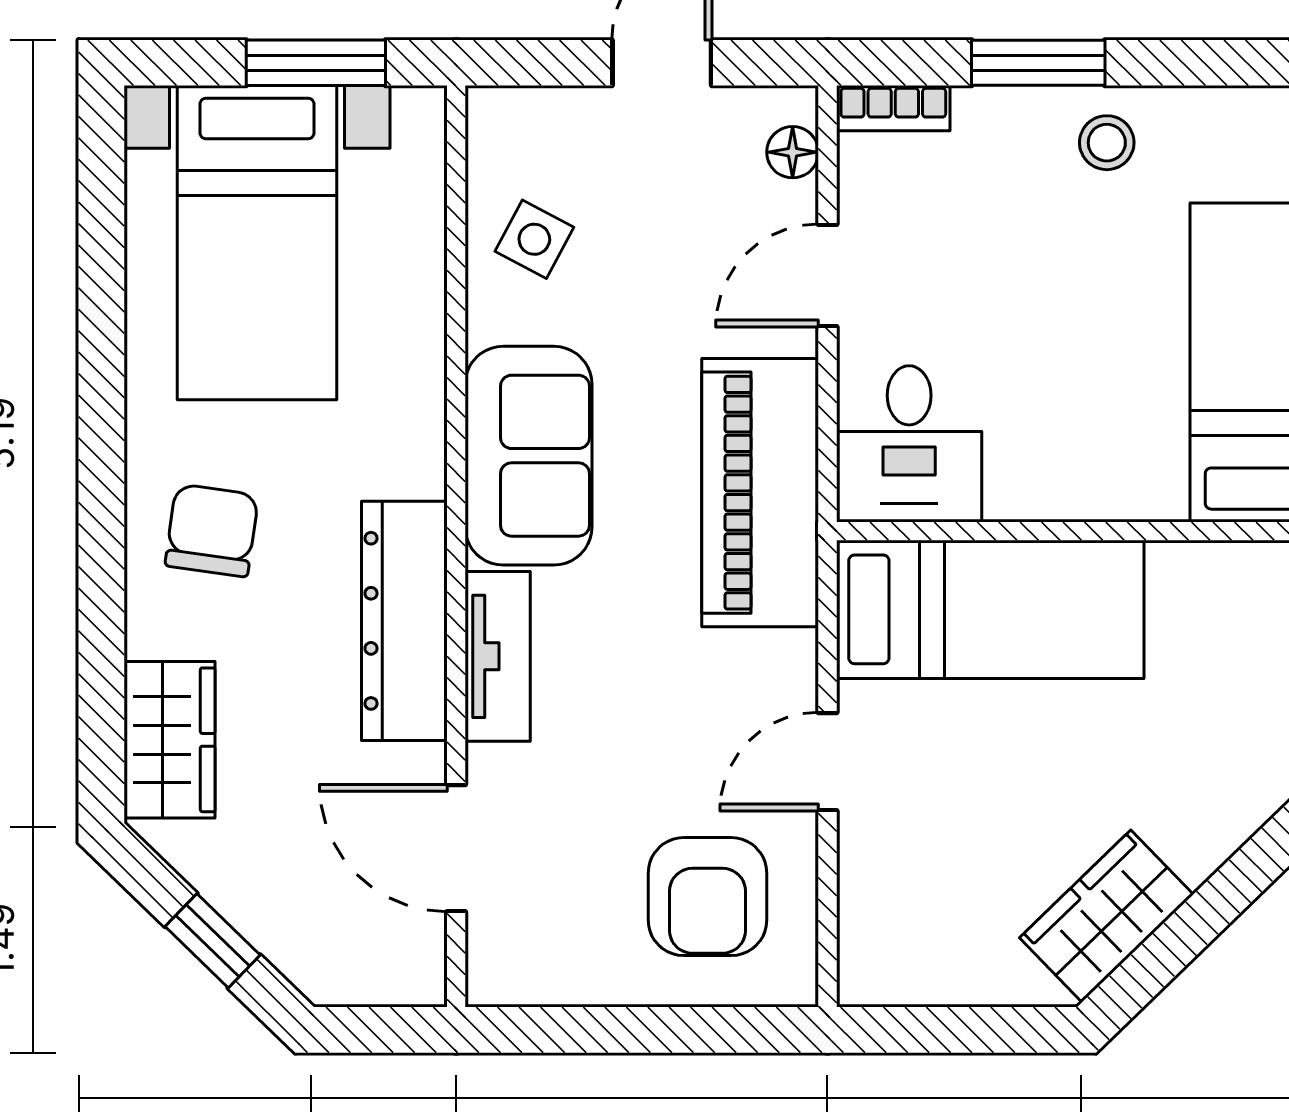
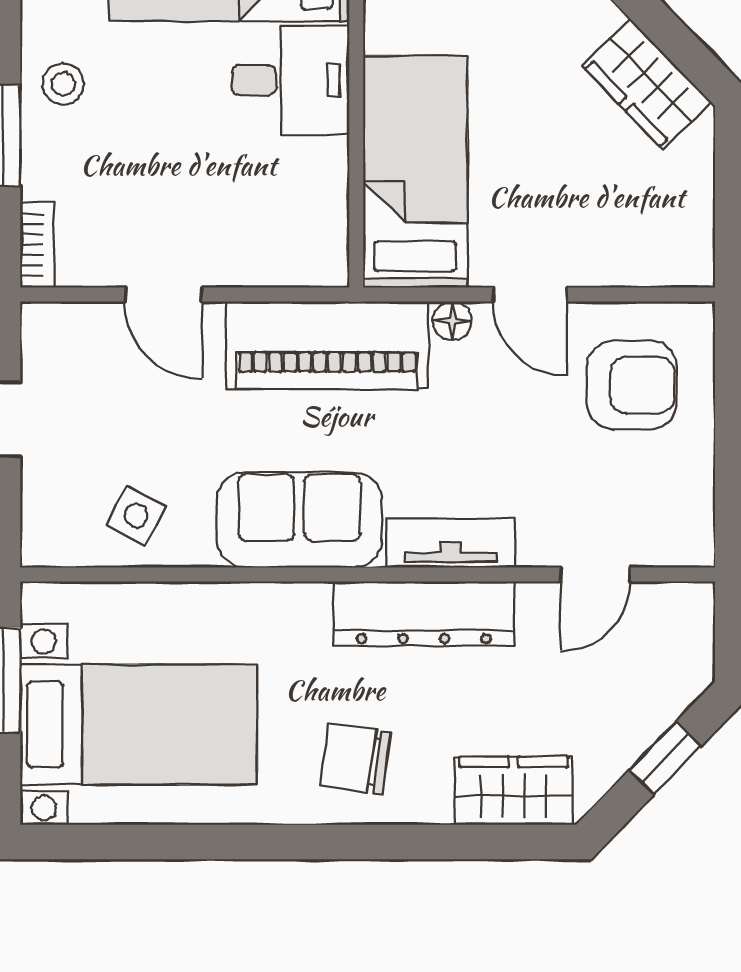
floor lamp: (793, 152) -> (452, 321), moved
desk: (909, 444) -> (290, 80), moved
door: (456, 848) -> (595, 574), width x0.73

